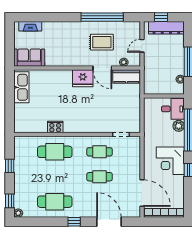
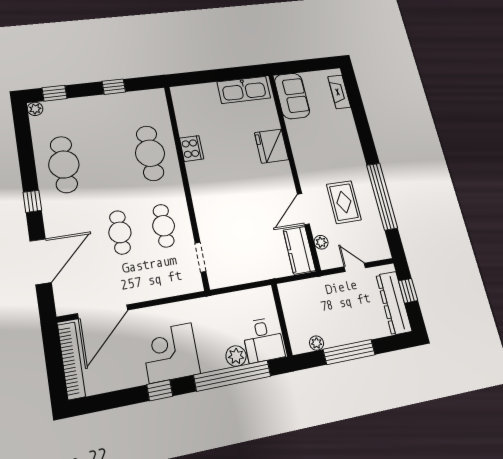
fridge: (83, 78) -> (272, 146), moved

